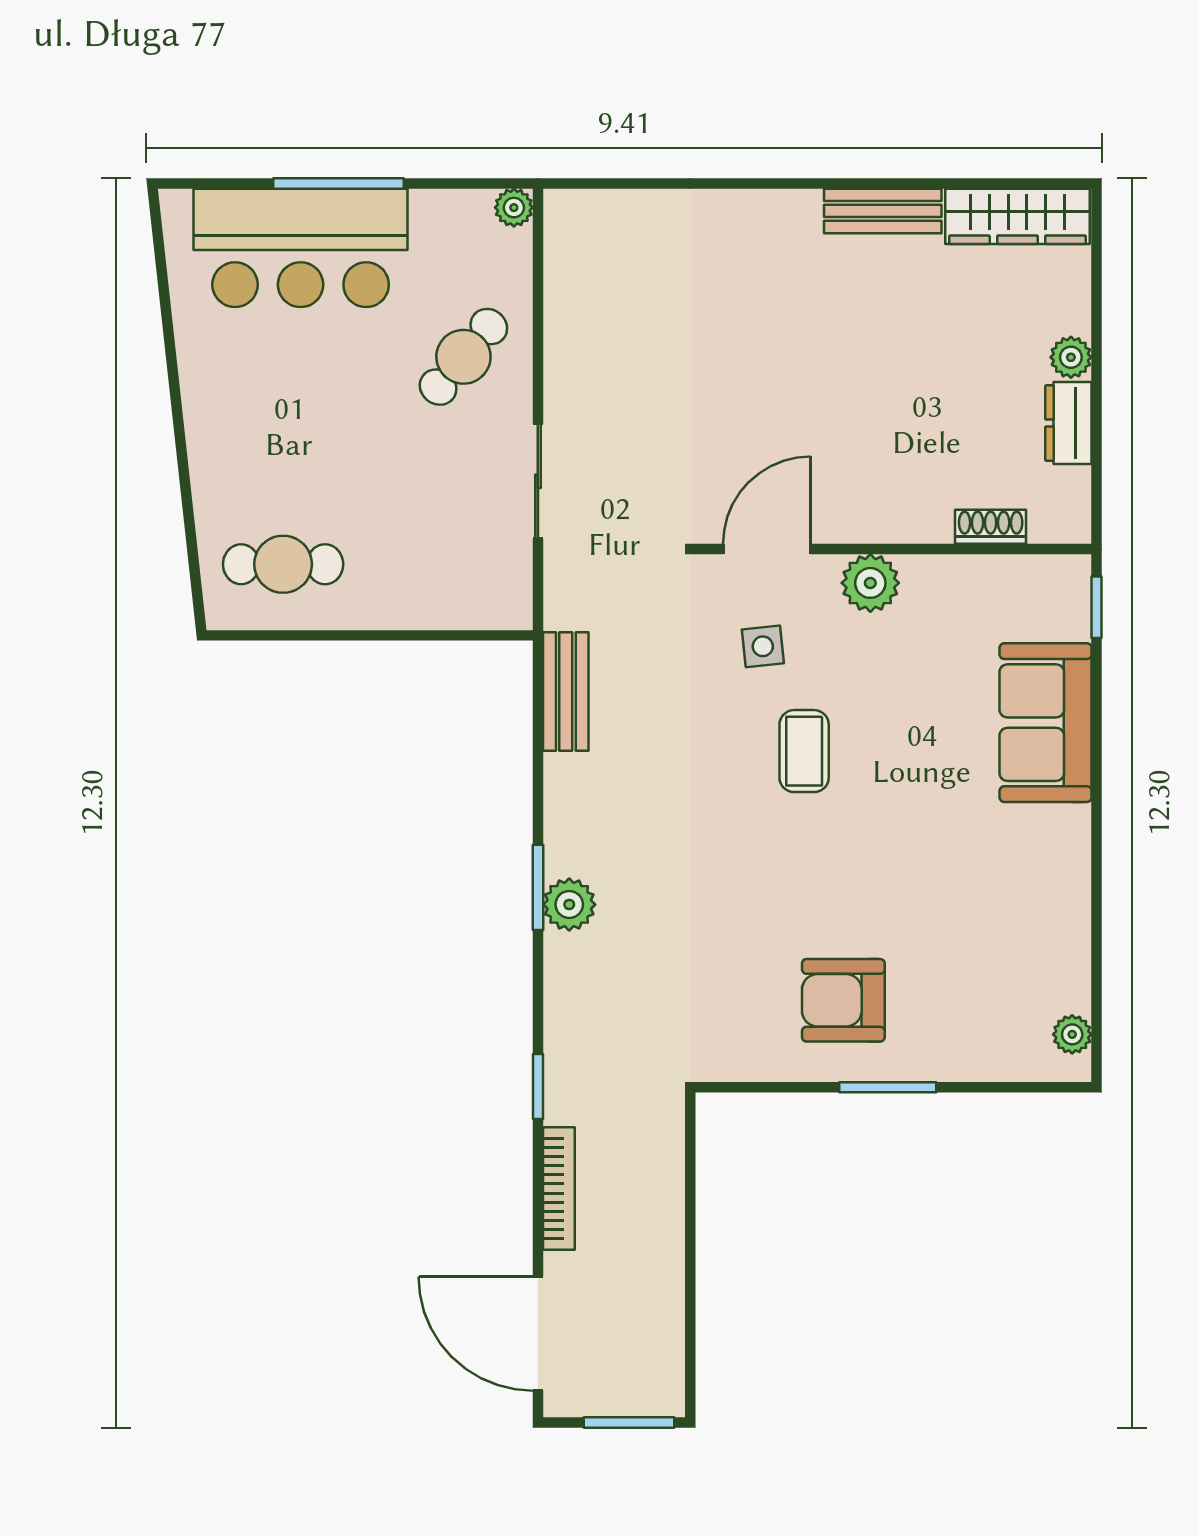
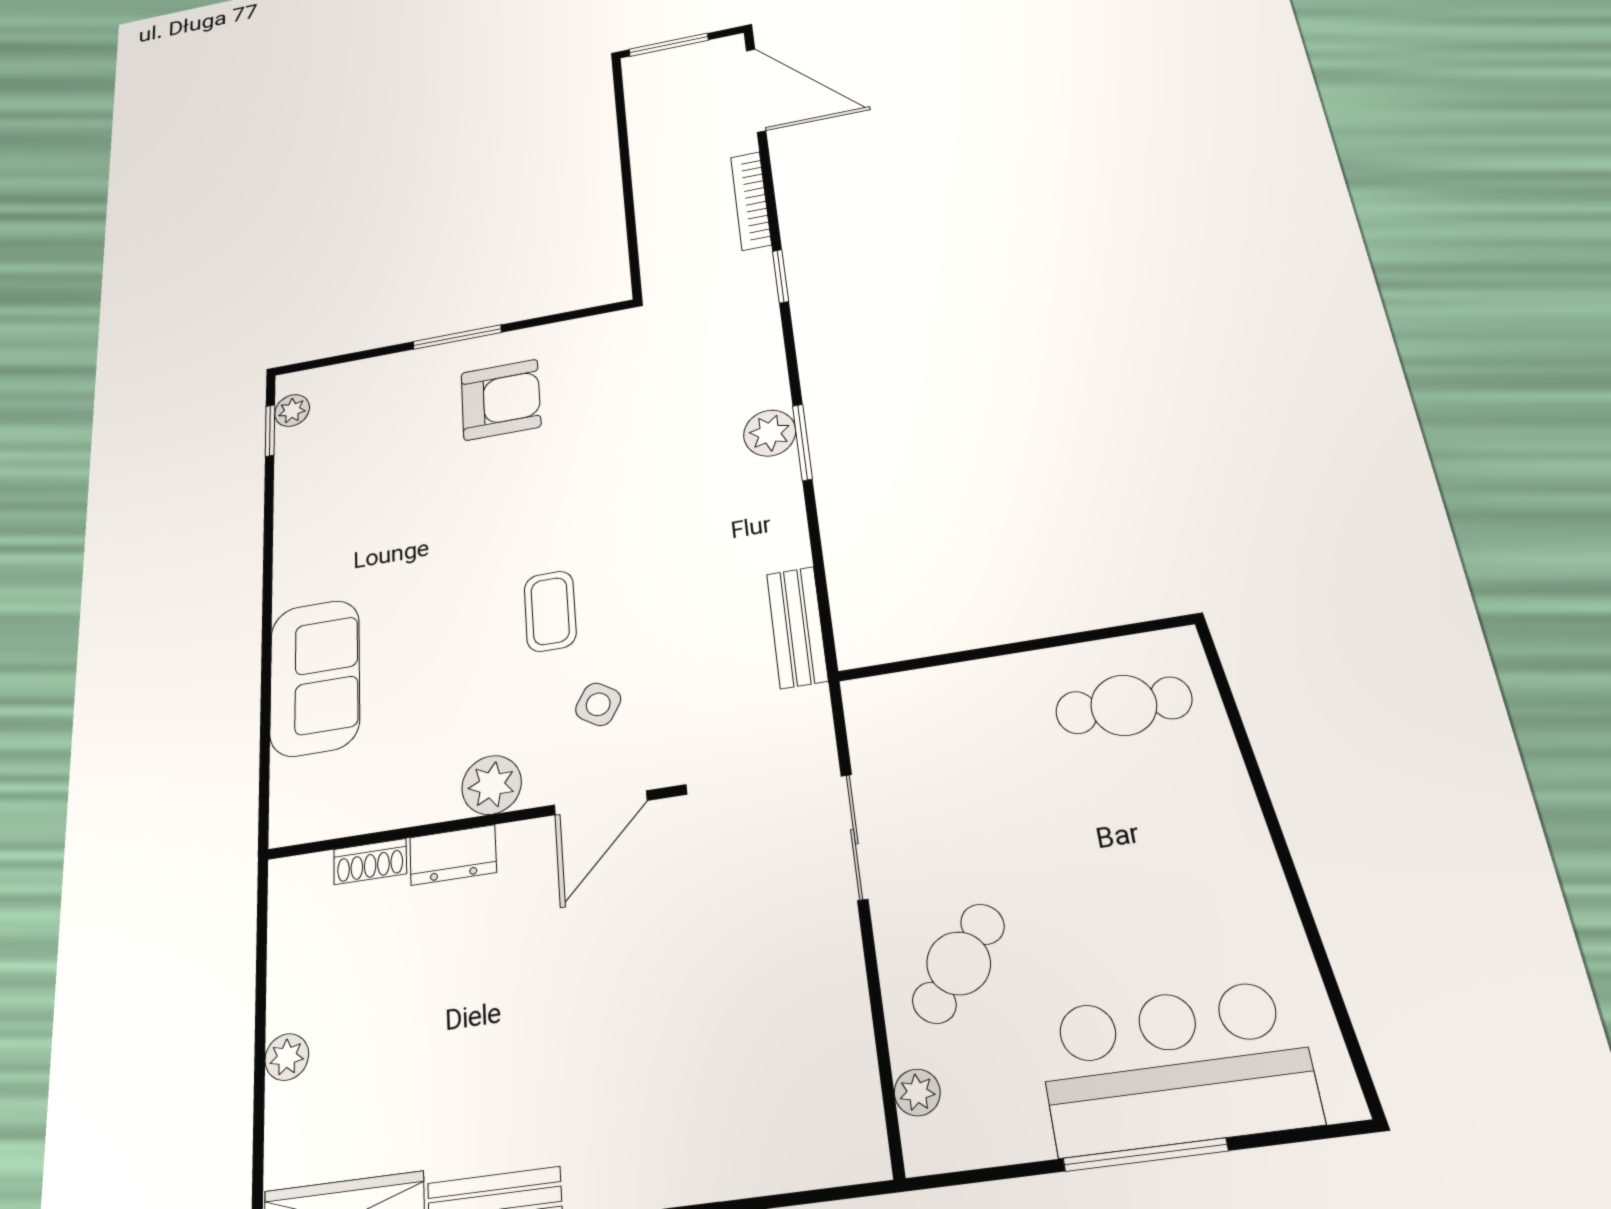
plant: (514, 208) -> (917, 1092), moved
dresser: (1068, 423) -> (453, 855), moved, turned 90
window: (1097, 607) -> (270, 431), moved
side table: (763, 646) -> (598, 704), turned 38

